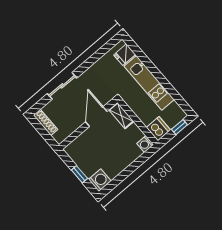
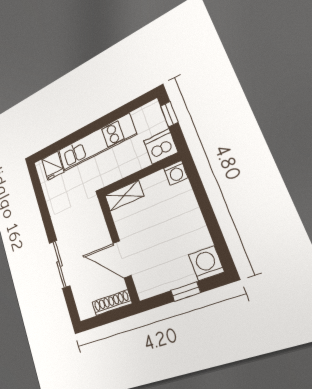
door: (96, 117) -> (122, 259), moved
shoe rack: (46, 122) -> (112, 303), moved

